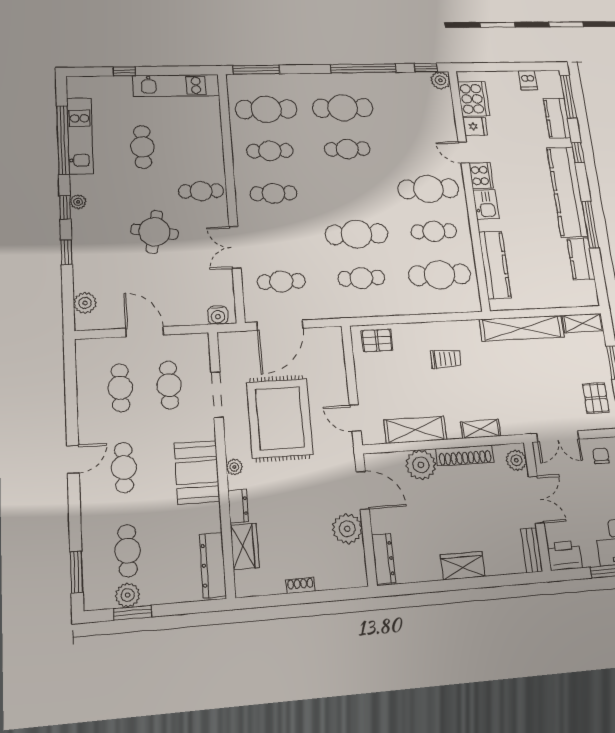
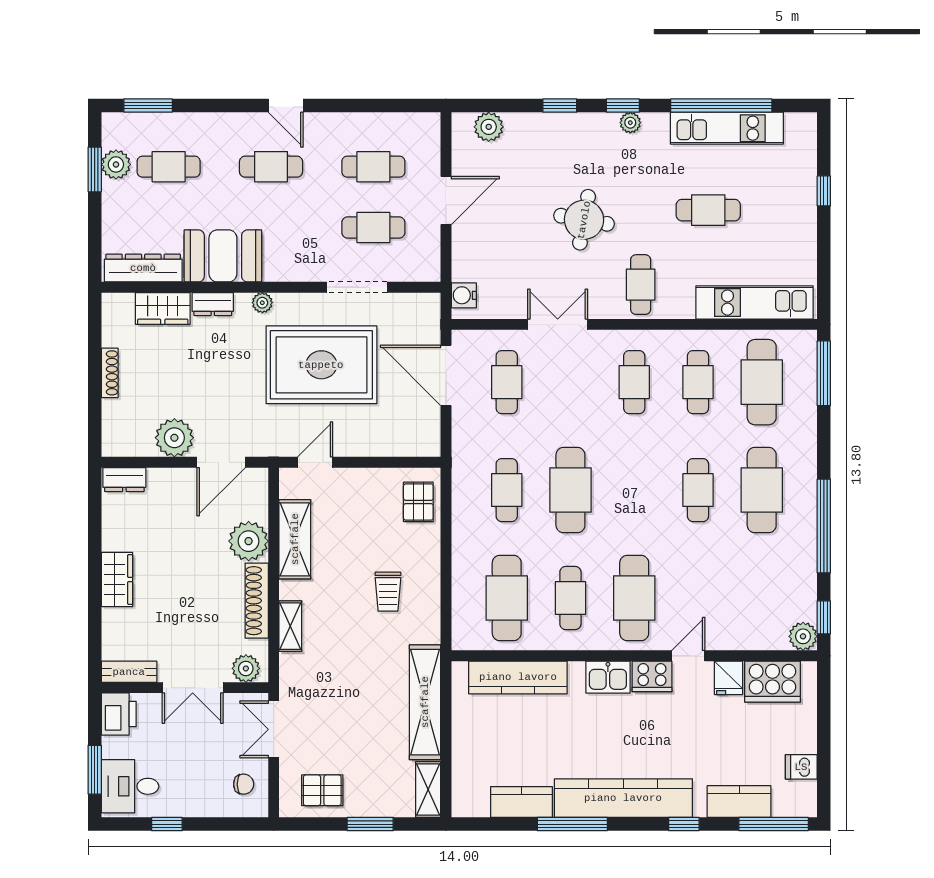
kitchen unit: (176, 86) -> (754, 303), moved, turned 90
booth: (197, 472) -> (223, 256), moved
dresser: (384, 559) -> (124, 480), width x0.70
shoe rack: (300, 586) -> (110, 373), width x1.43

